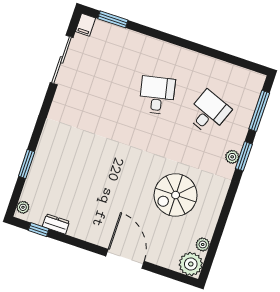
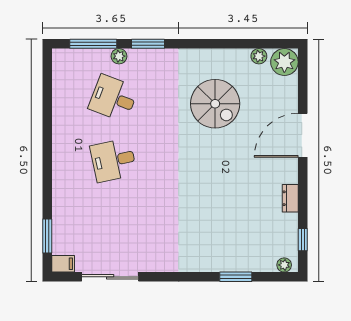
plant: (232, 157) -> (119, 56), moved
dresser: (56, 224) -> (290, 198), moved

